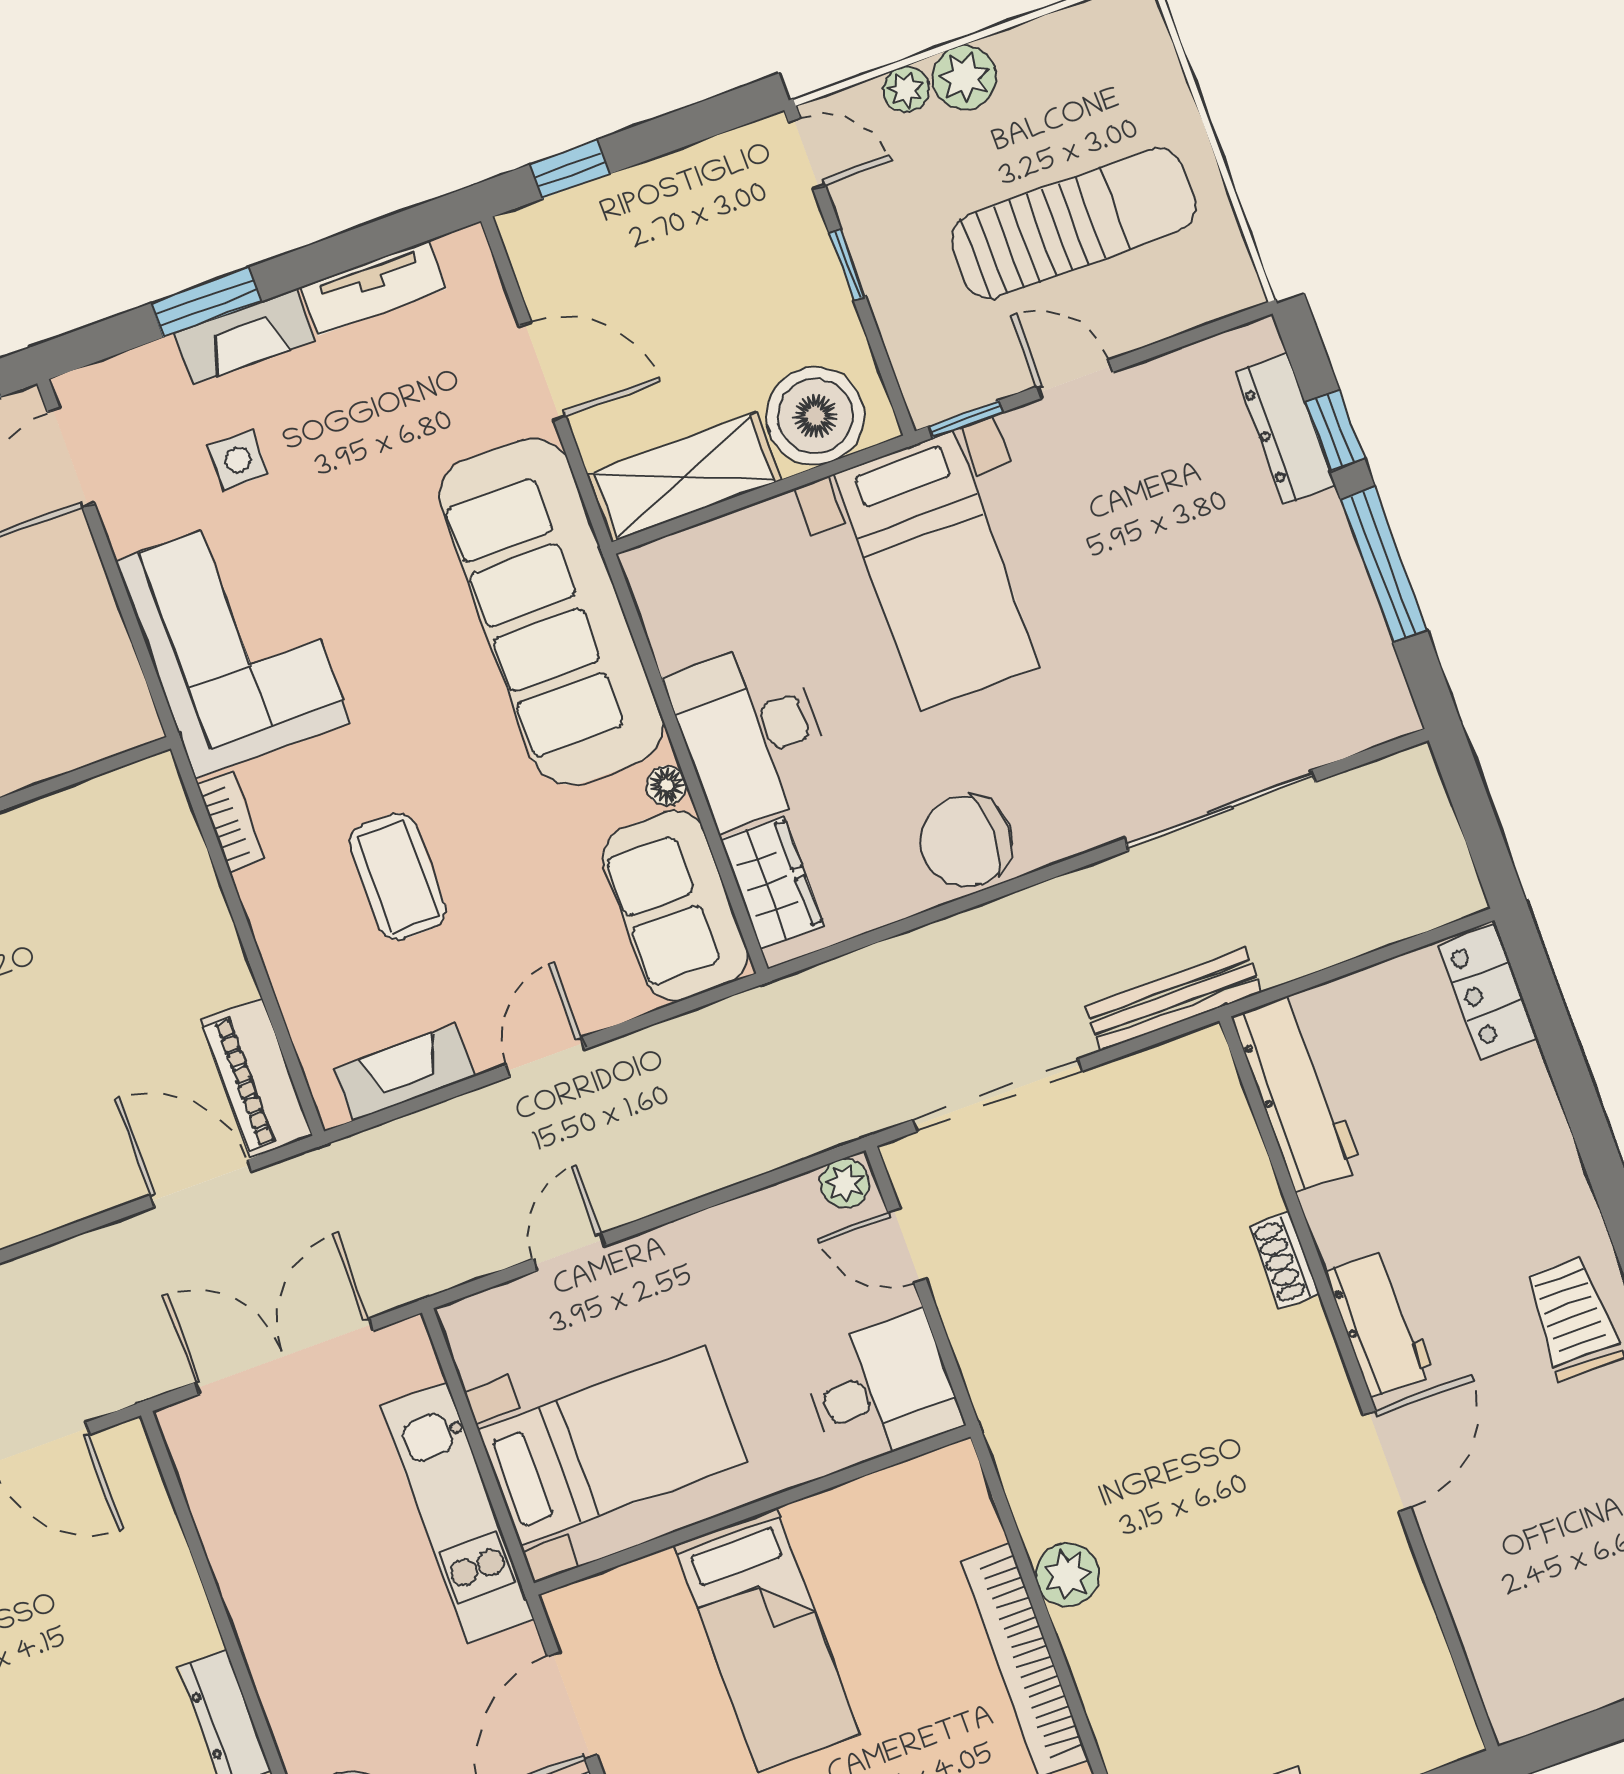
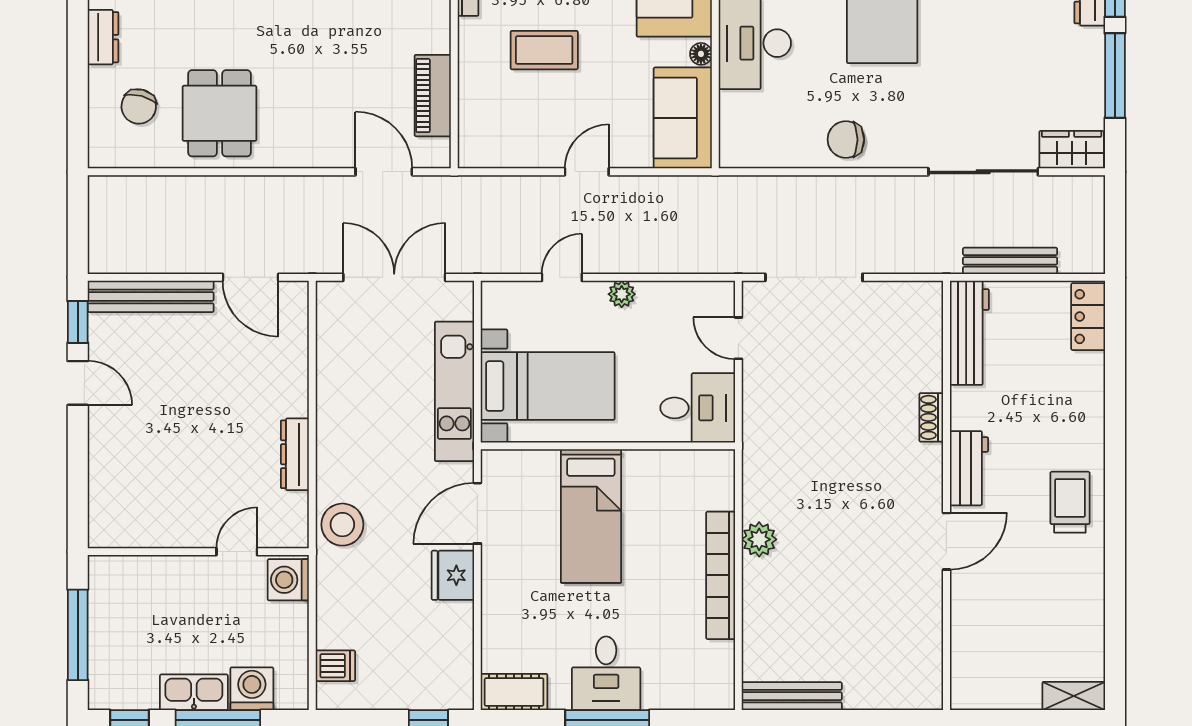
chair: (966, 841) -> (846, 140), width x0.73, depth x0.73
coffee table: (398, 877) -> (544, 50), turned 90
wardrobe: (772, 882) -> (1072, 150), moved, turned -90
bench: (1174, 999) -> (1010, 261), moved
fireplace: (405, 1073) -> (511, 153), removed
piano: (256, 1078) -> (433, 96), moved
plant: (845, 1184) -> (622, 294), moved

